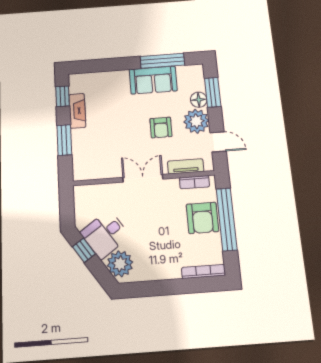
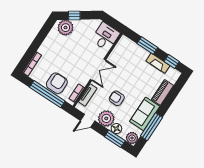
plant: (195, 73) -> (132, 138), added
piano: (110, 79) -> (163, 92), added
armchair: (202, 218) -> (57, 83), turned 90
desk: (105, 234) -> (105, 37), moved, turned 35
window: (84, 250) -> (74, 15), moved

